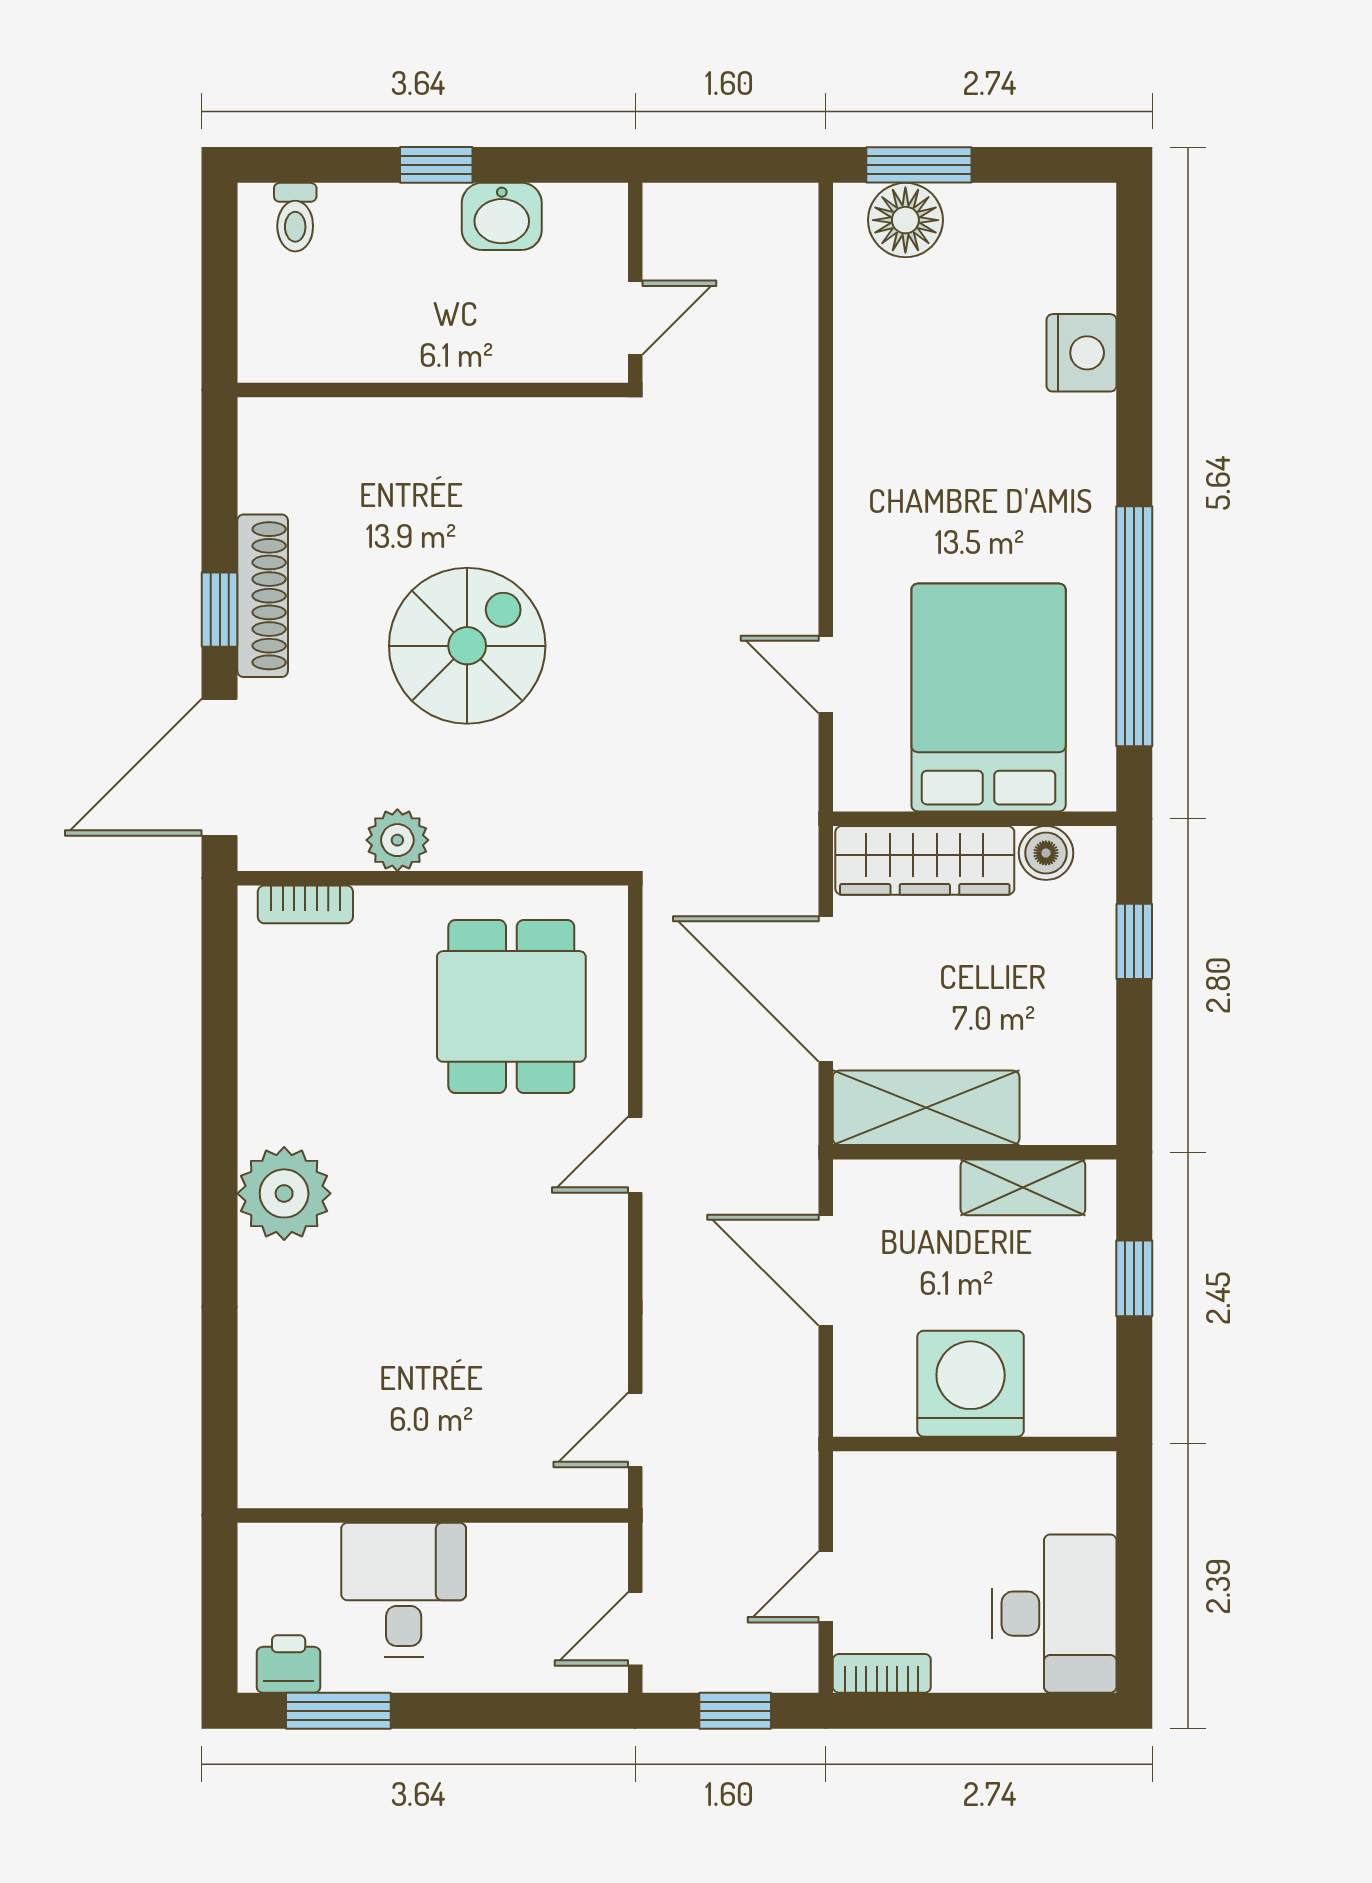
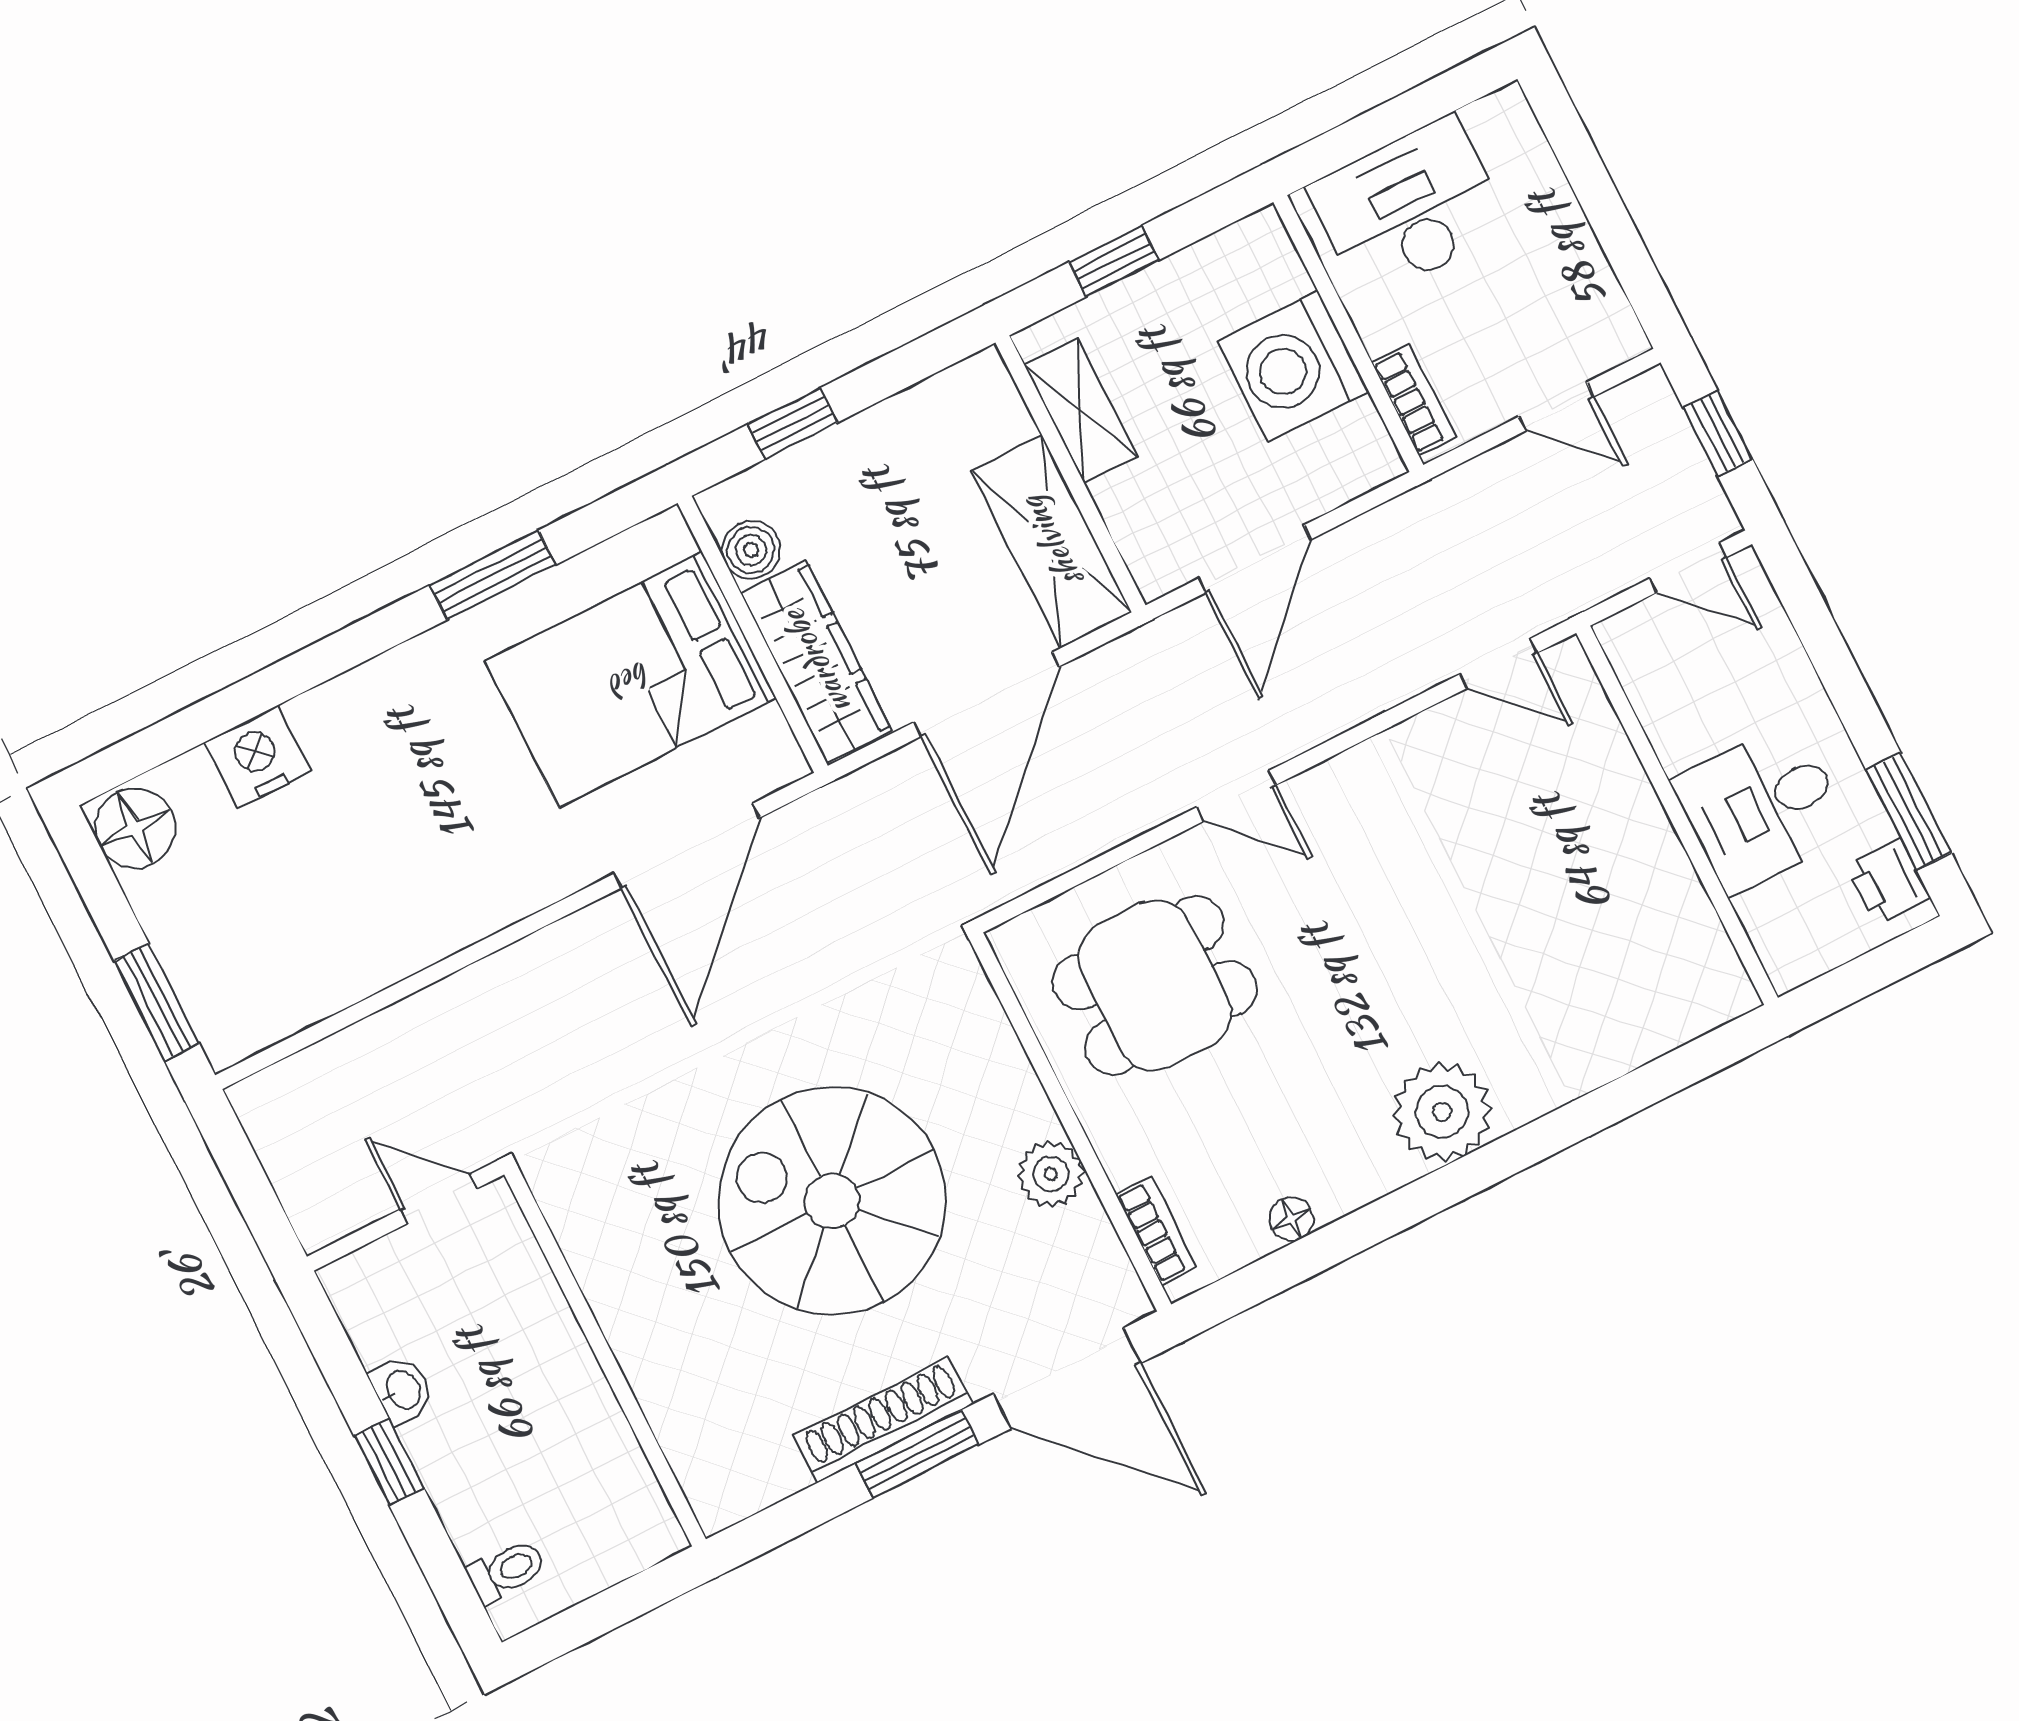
washbasin: (502, 216) -> (402, 1390), width x0.72, depth x0.69
floor lamp: (905, 220) -> (135, 828), moved
window: (220, 610) -> (917, 1454), width x1.50
window: (1134, 626) -> (493, 575), width x0.47
spiral stairs: (467, 646) -> (832, 1201), width x1.37, depth x1.37
door: (826, 674) -> (687, 846), width x1.88
floor lamp: (258, 1022) -> (1292, 1219), added
desk: (1054, 1614) -> (1409, 208), moved
bookcase: (882, 1673) -> (1414, 400), moved, turned 180

